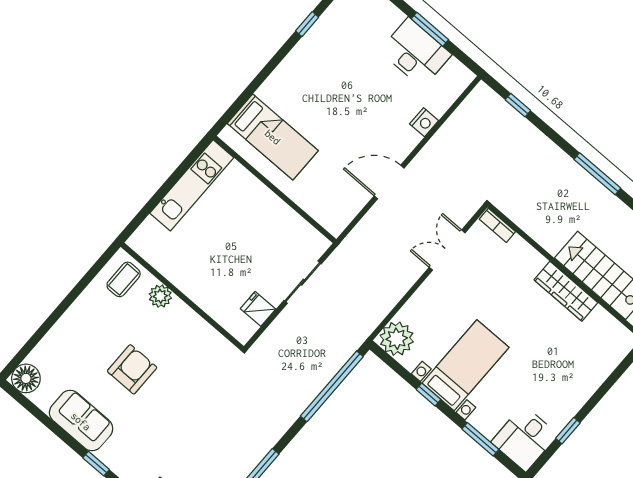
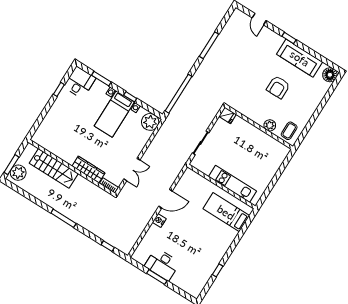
nightstand: (424, 122) -> (159, 220), moved
kitchen unit: (192, 185) -> (233, 184), moved, turned 90
wardrobe: (566, 291) -> (89, 170), moved
fridge: (258, 309) -> (228, 115), moved
sofa: (81, 421) -> (300, 58), width x1.36

